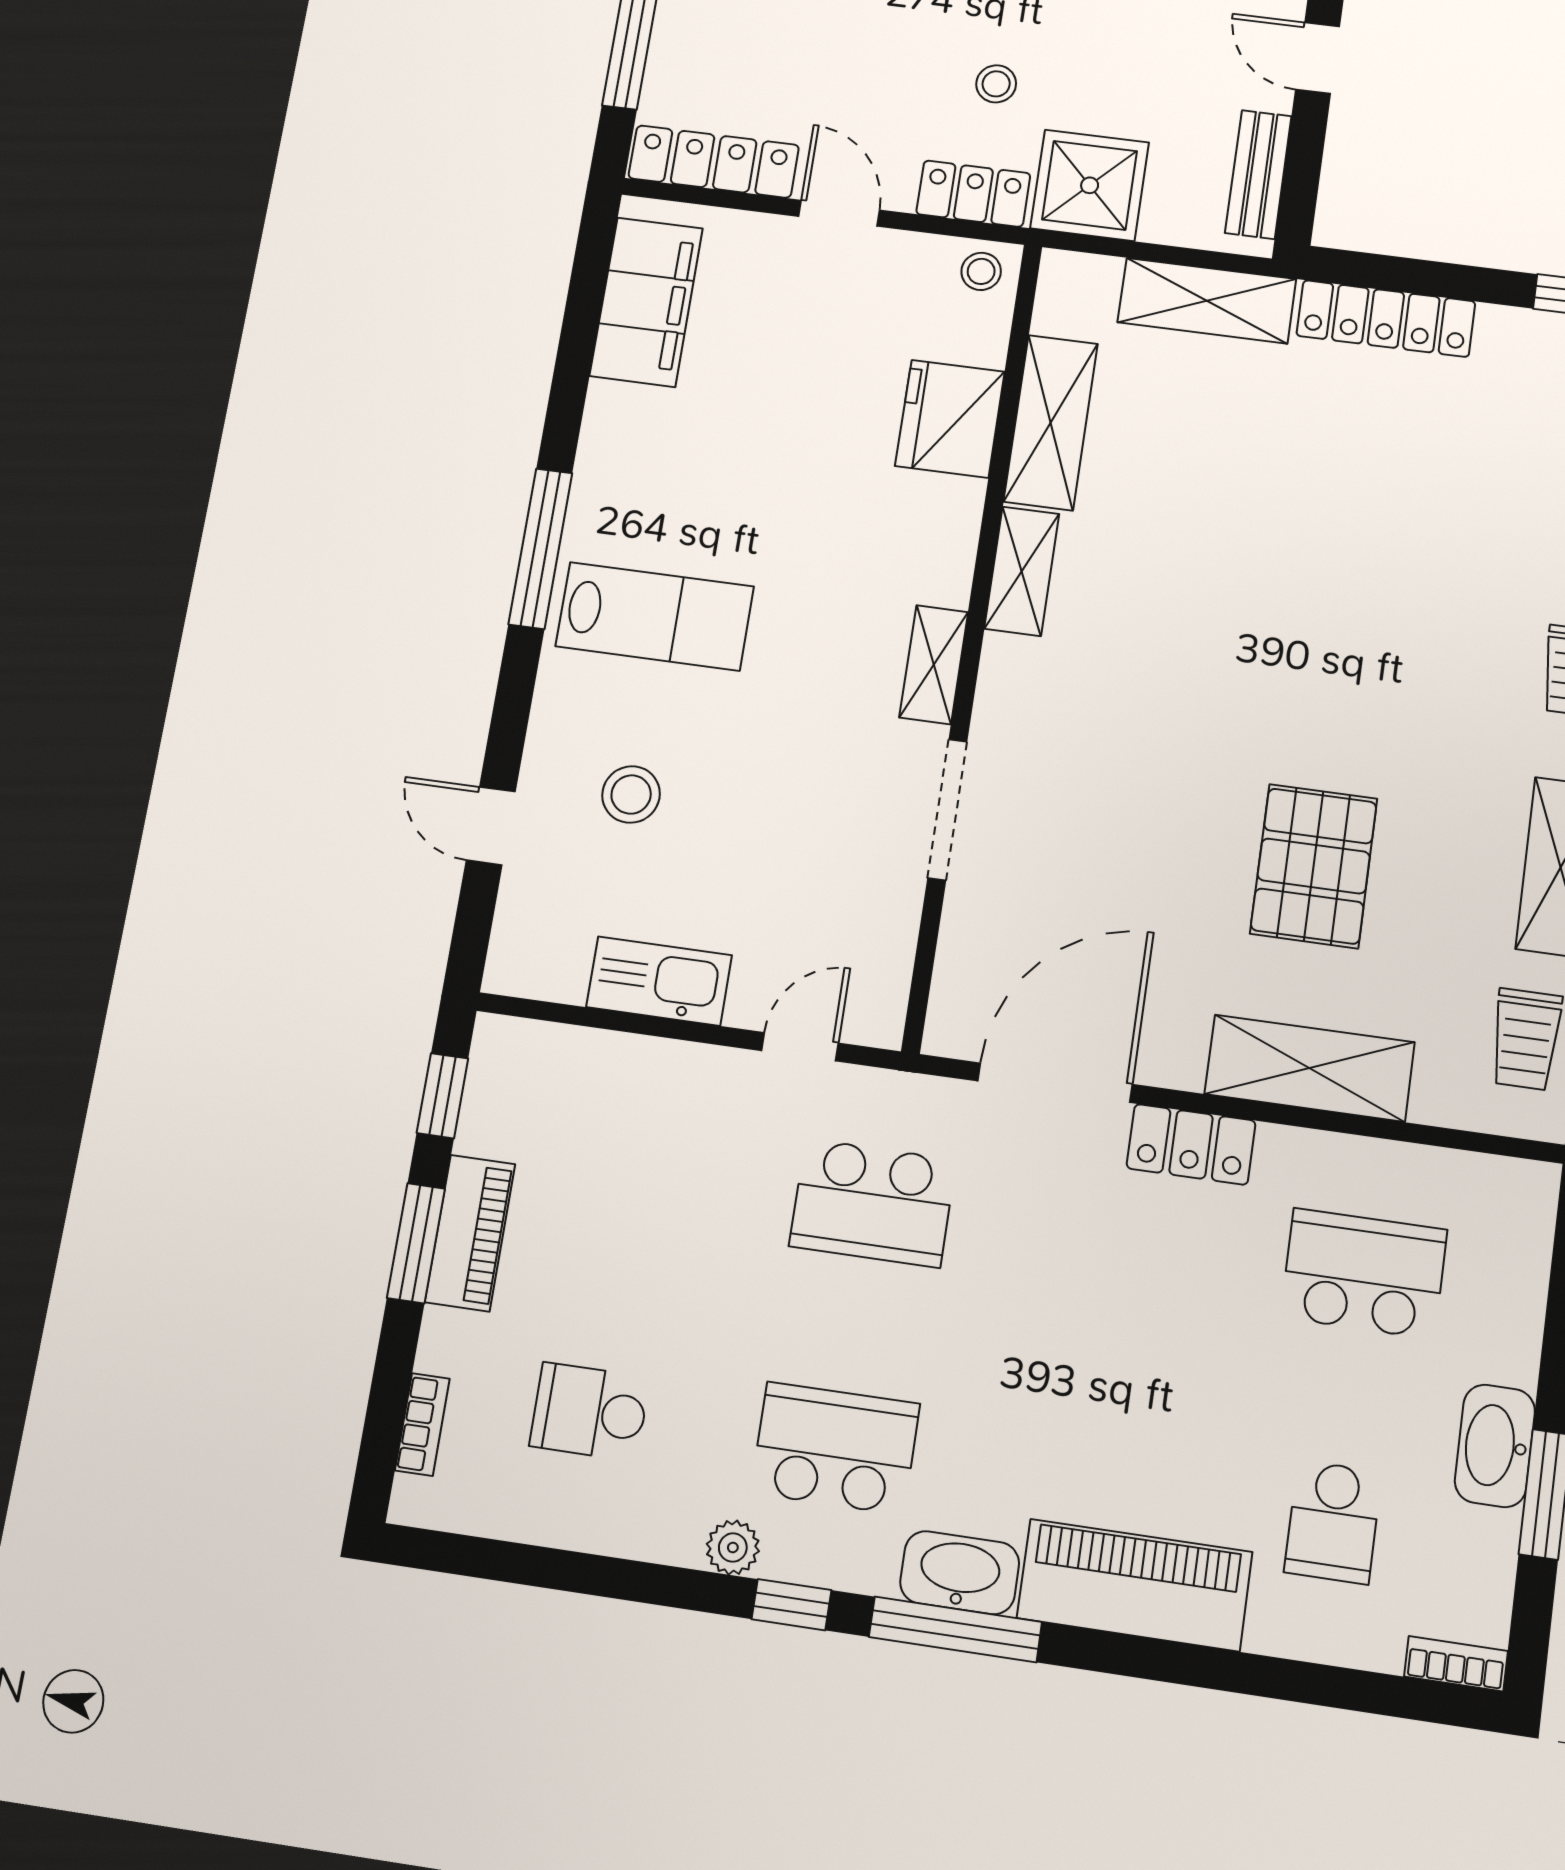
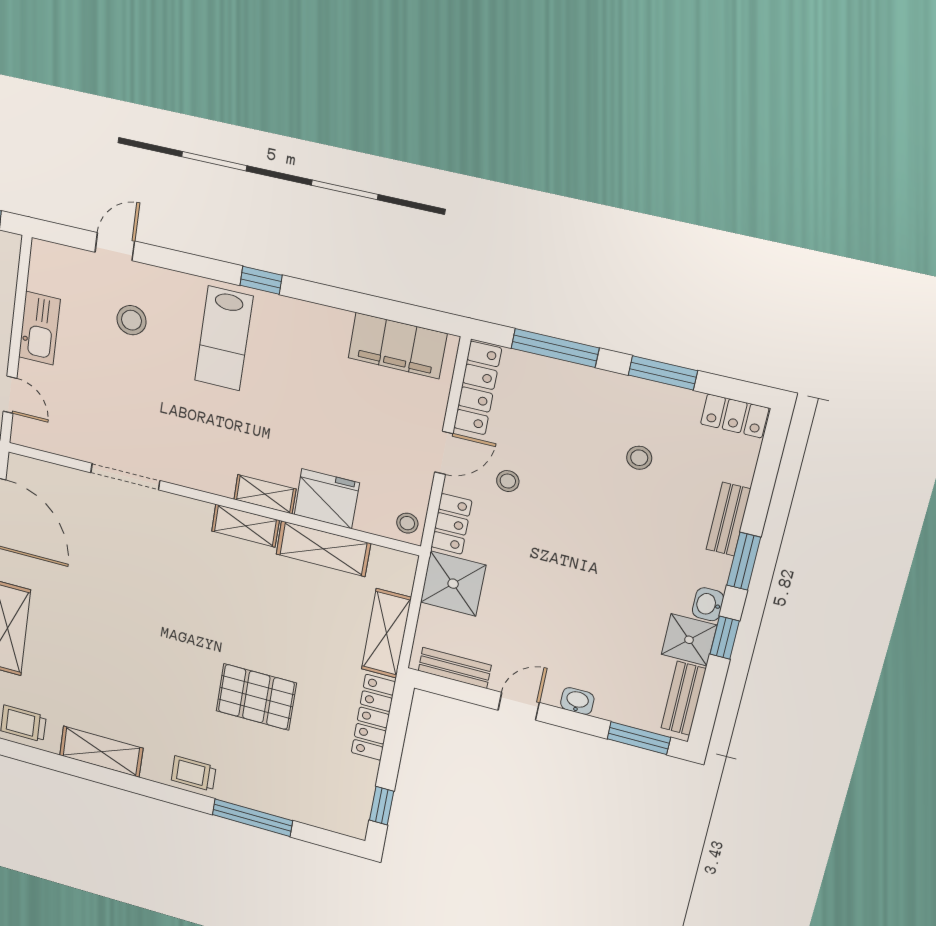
stool: (996, 84) -> (508, 481), moved
window: (540, 549) -> (261, 280), width x0.46
shelving: (934, 665) -> (265, 494), moved
pallet: (1314, 866) -> (256, 697), moved

